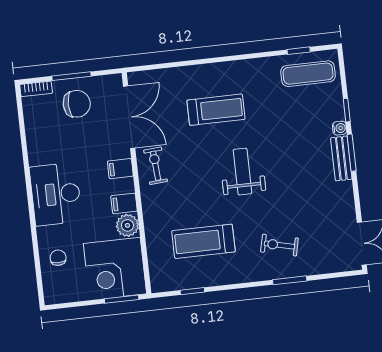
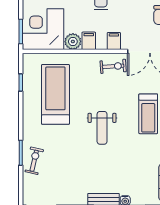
weight bench: (242, 172) -> (102, 128), turned 90
treadmill: (203, 241) -> (55, 94), width x1.37, depth x1.38
exercise bike: (279, 245) -> (34, 161), moved

